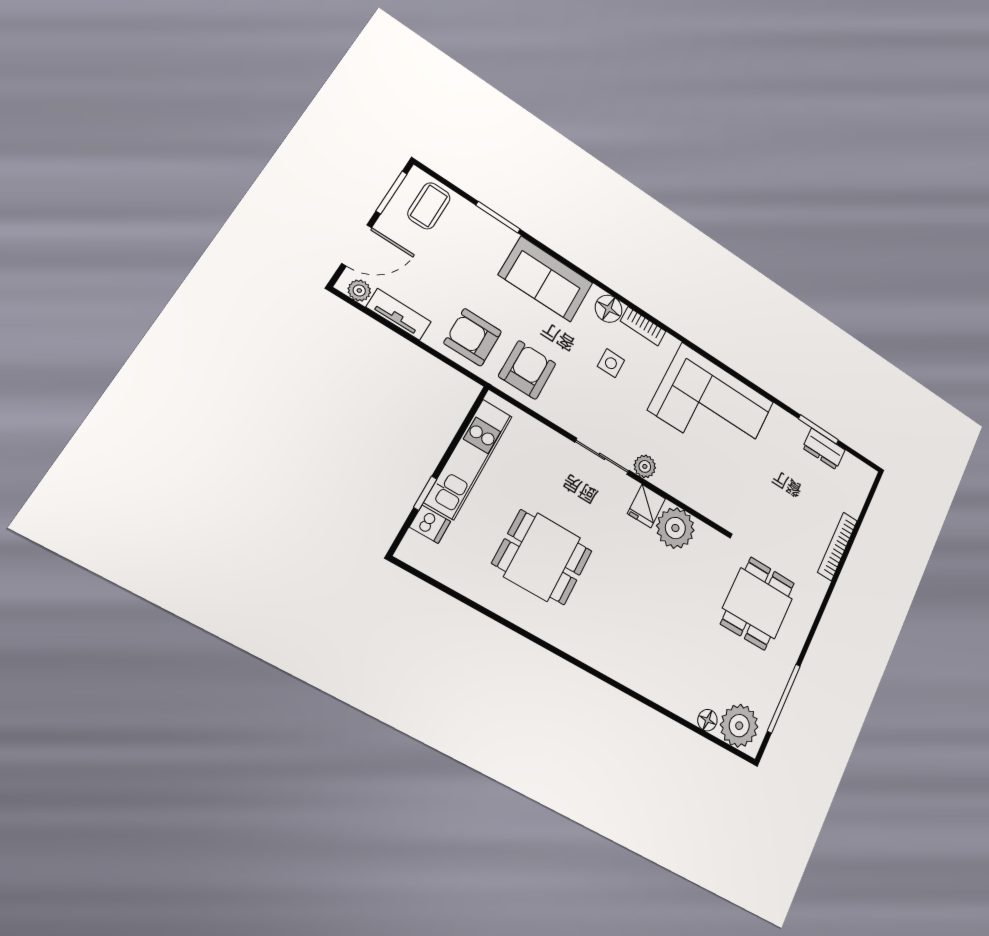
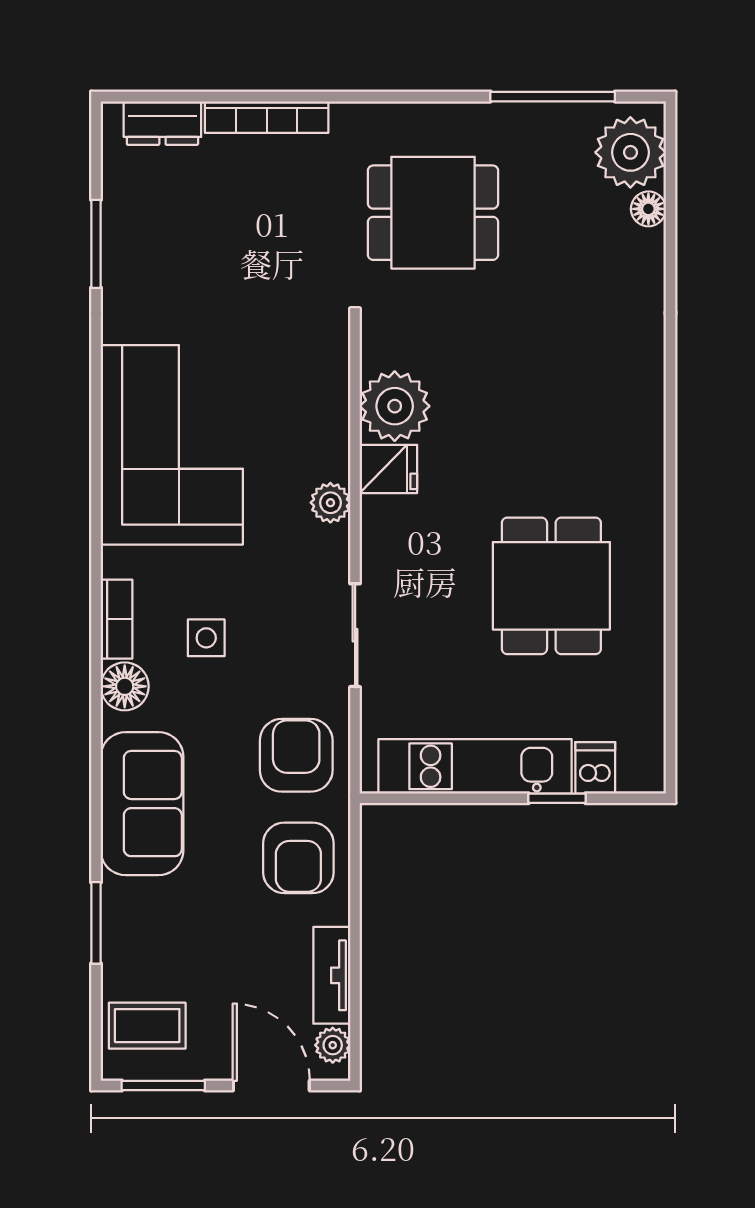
armchair: (527, 370) -> (296, 755), turned 90
dresser: (824, 449) -> (162, 123), moved, turned 90
sliding door: (602, 456) -> (355, 635), moved

